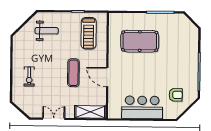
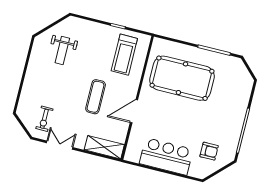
weight bench: (47, 31) -> (62, 50), moved, turned 90
pool table: (140, 41) -> (182, 78), width x1.36, depth x1.32
exercise bike: (29, 76) -> (44, 119), moved
door: (107, 77) -> (134, 111), hinge flipped

